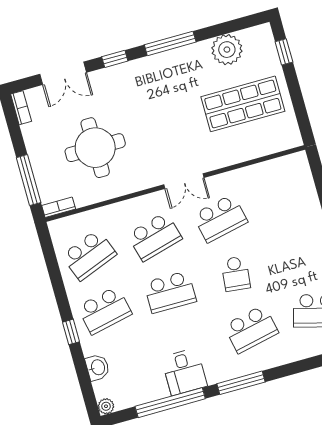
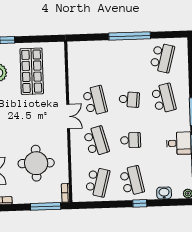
school desk: (89, 255) -> (98, 182), turned 36
school desk: (170, 292) -> (131, 140), width x0.54

